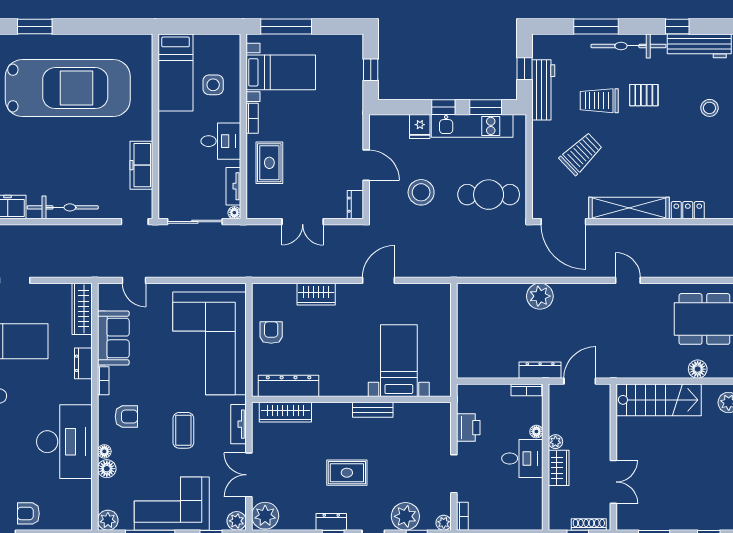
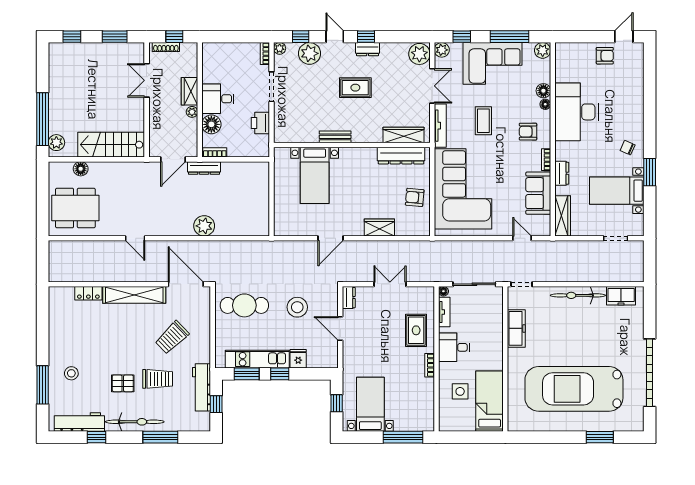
bed with nightstands: (281, 72) -> (370, 404), moved, turned 90
armchair: (271, 333) -> (415, 197), turned 95
tv unit: (238, 424) -> (440, 126), width x1.41
floor lamp: (536, 432) -> (211, 124), width x1.89, depth x1.89

